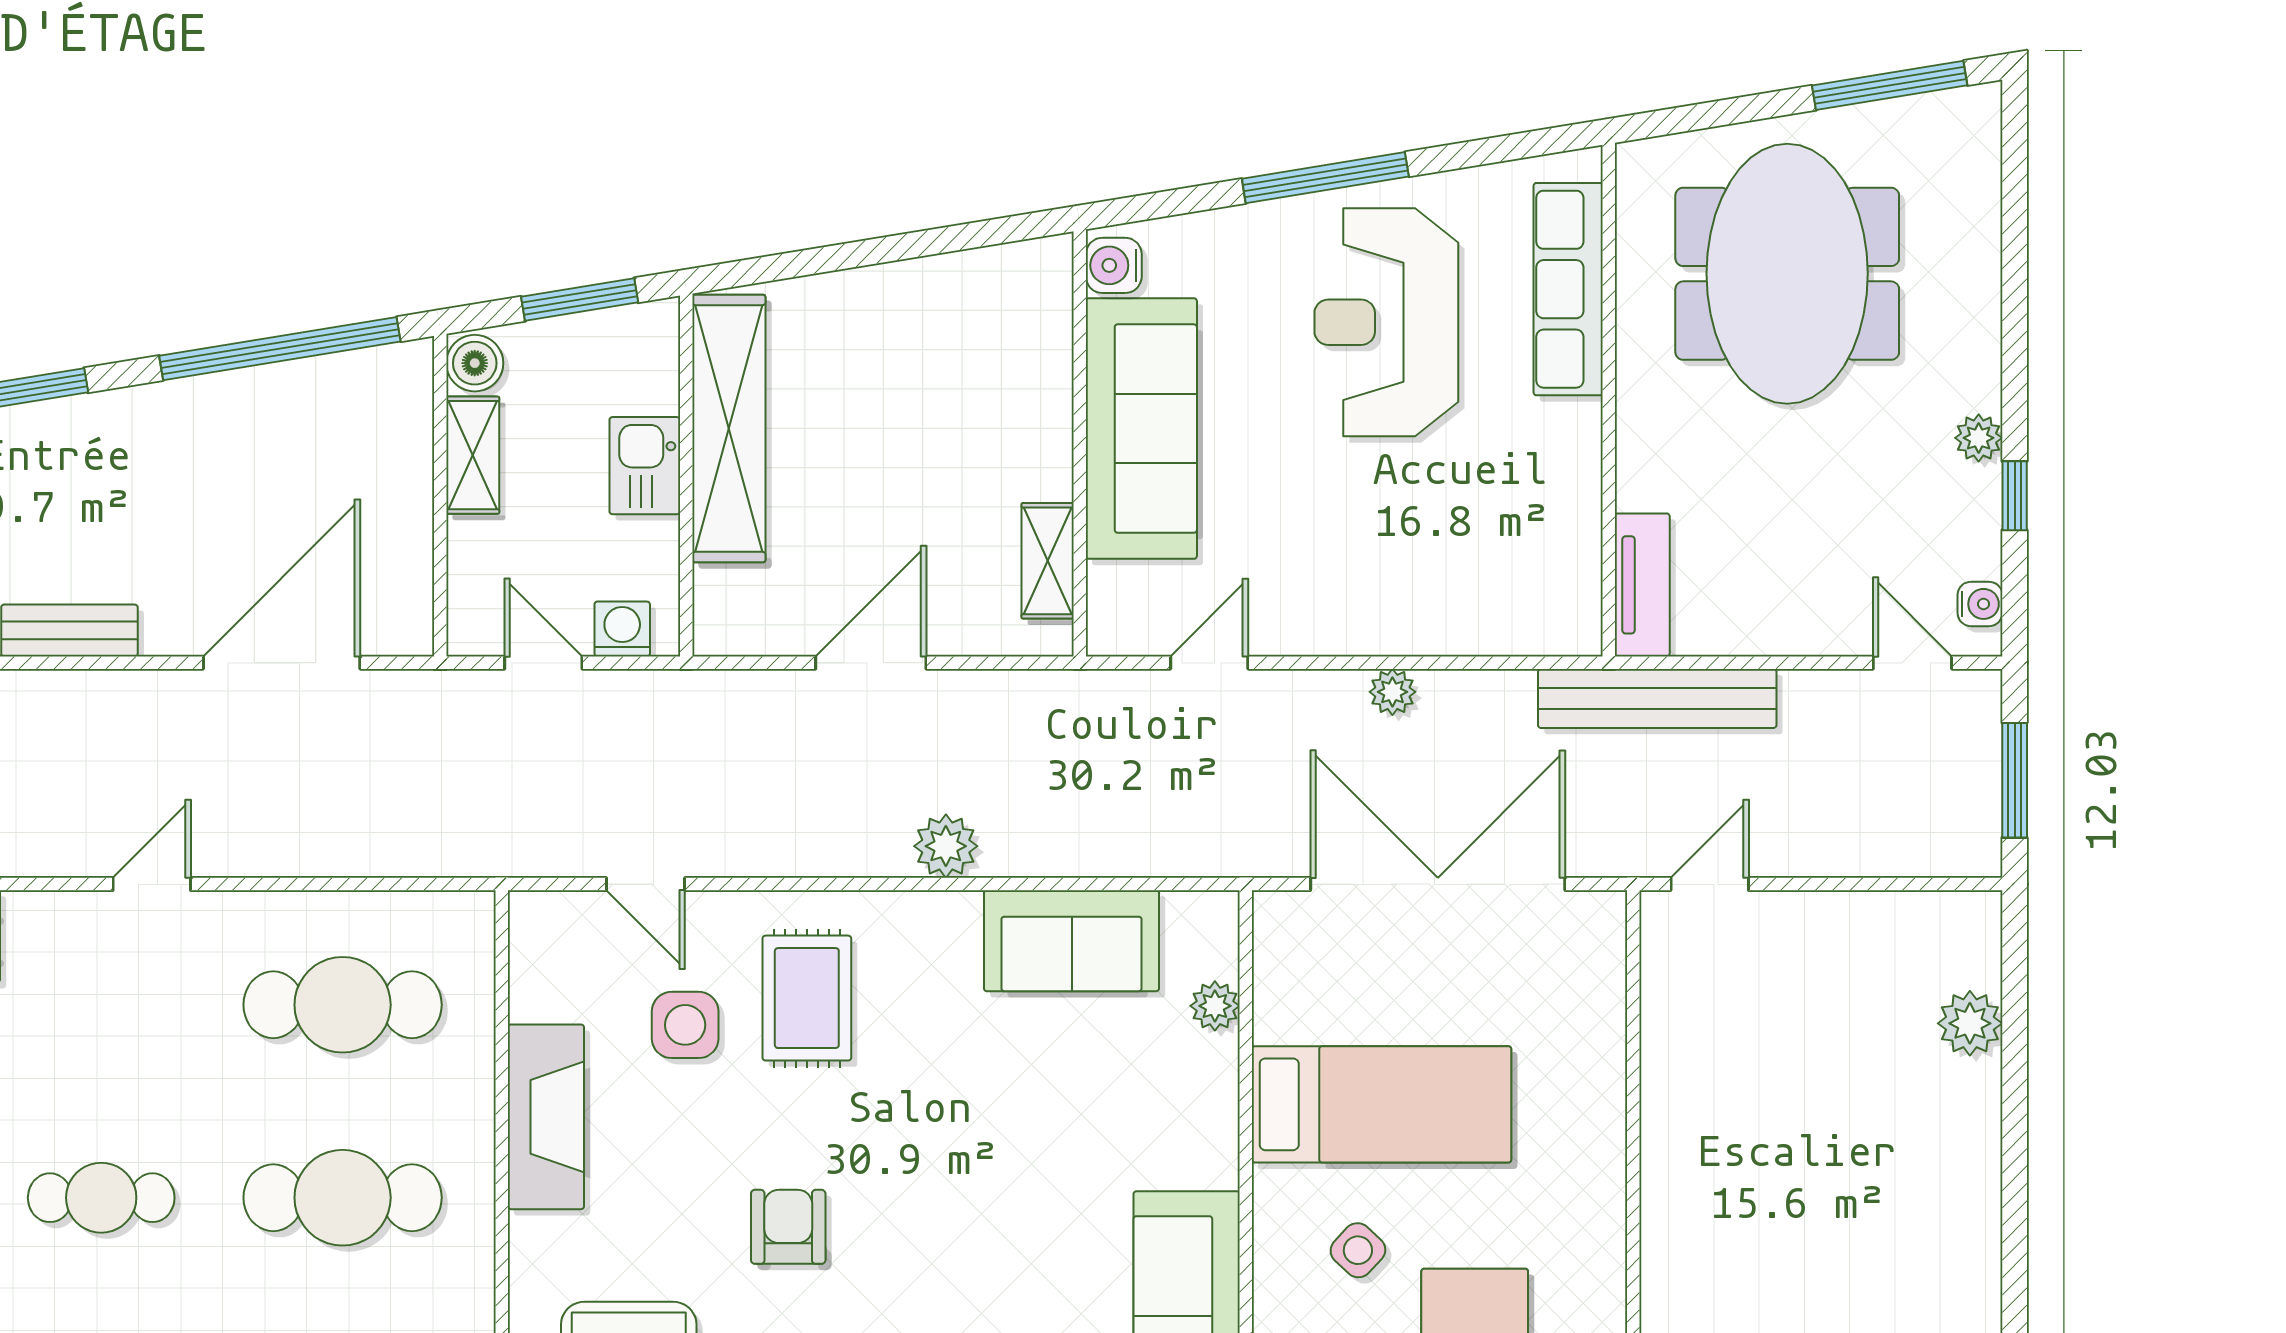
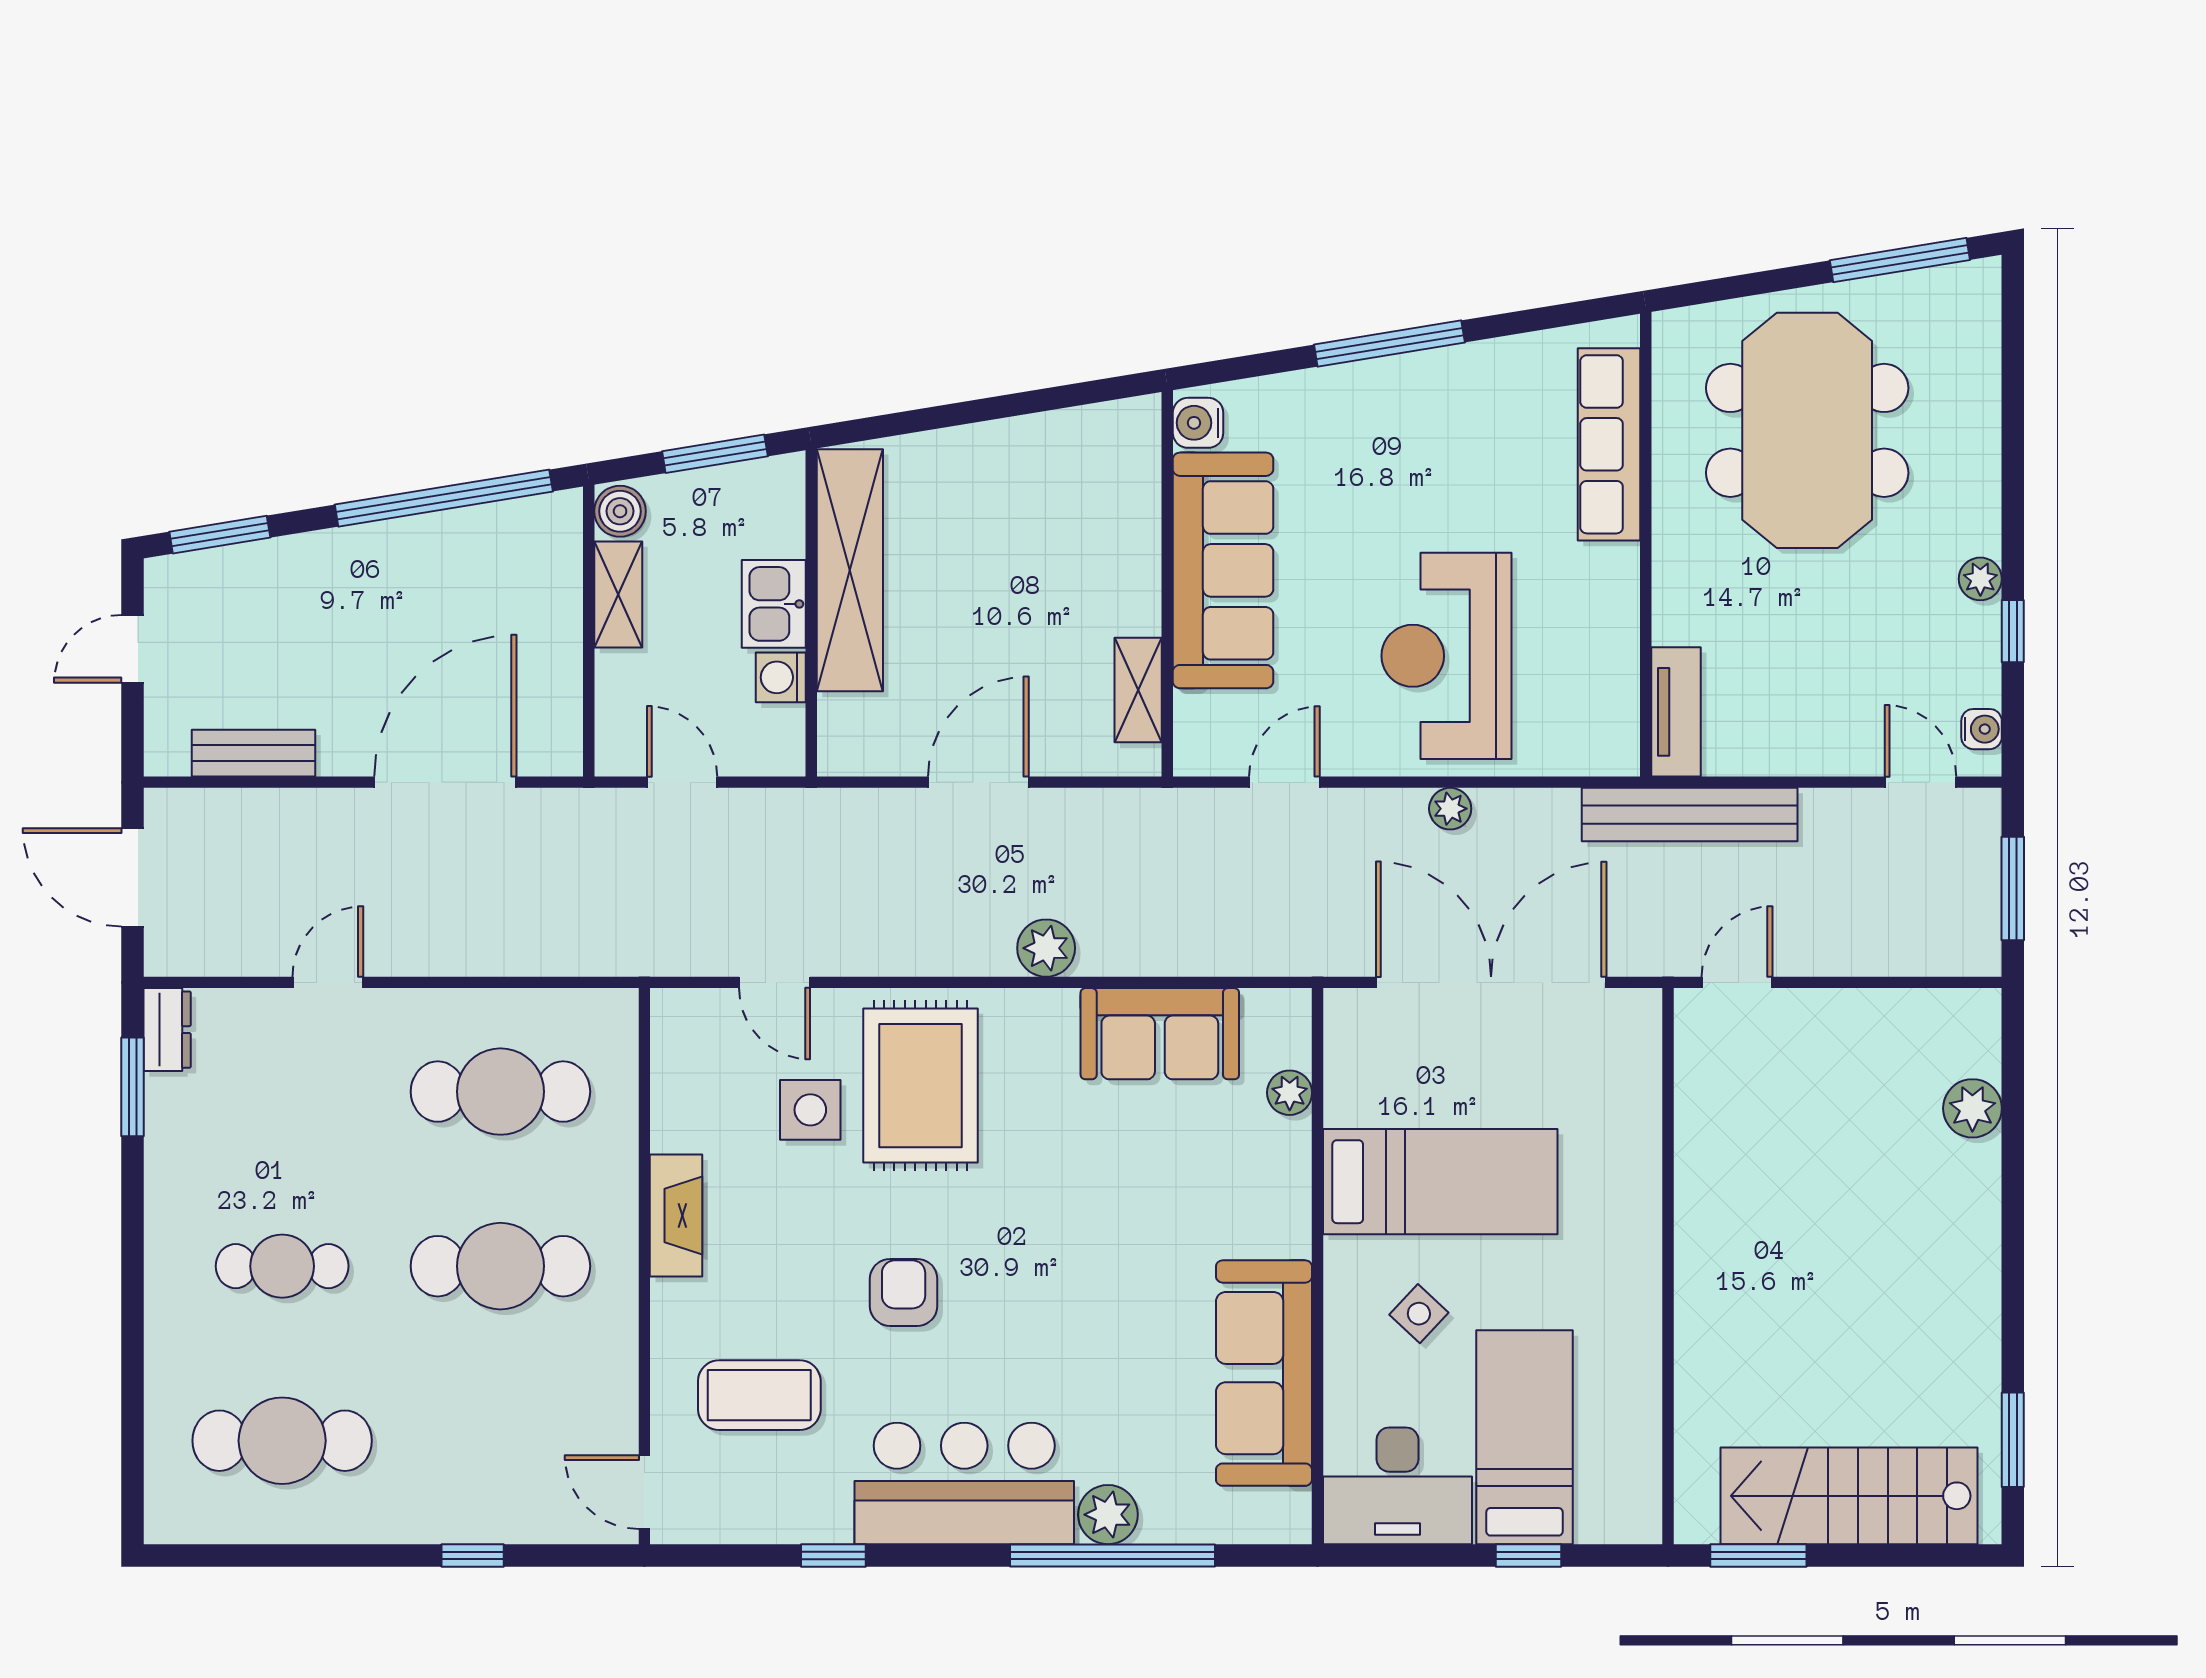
reception desk: (1386, 322) -> (1446, 656), moved
washing machine: (622, 629) -> (781, 677), moved, turned -90
rug: (807, 998) -> (920, 1086), width x1.36, depth x1.43
fireplace: (546, 1117) -> (676, 1216), width x0.73, depth x0.76

